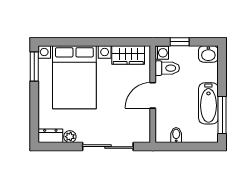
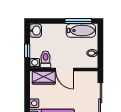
wardrobe: (128, 55) -> (44, 78), moved, turned 90
bathtub: (208, 103) -> (81, 31), moved

